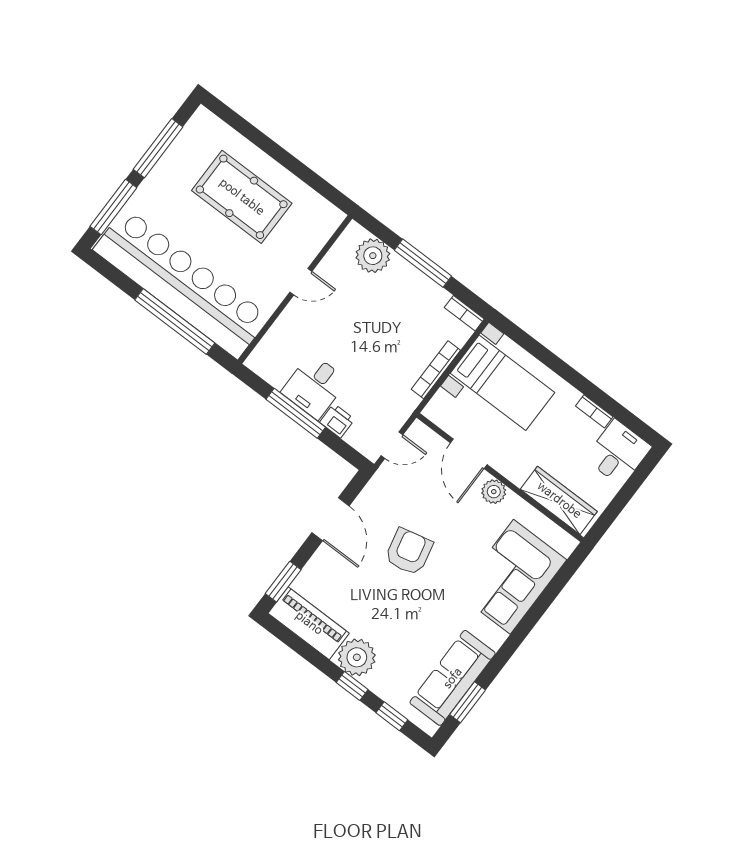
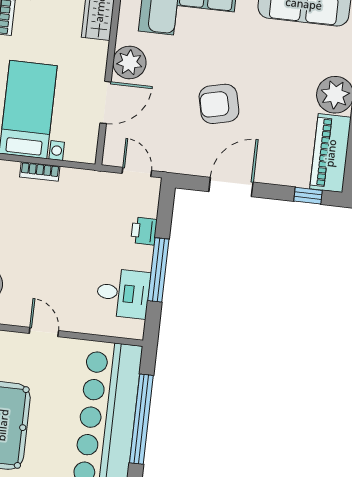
bookcase: (436, 370) -> (40, 172), width x0.64
desk: (314, 386) -> (123, 293), moved
plant: (494, 492) -> (129, 62), width x1.36, depth x1.36
window: (283, 582) -> (308, 196), width x0.67

